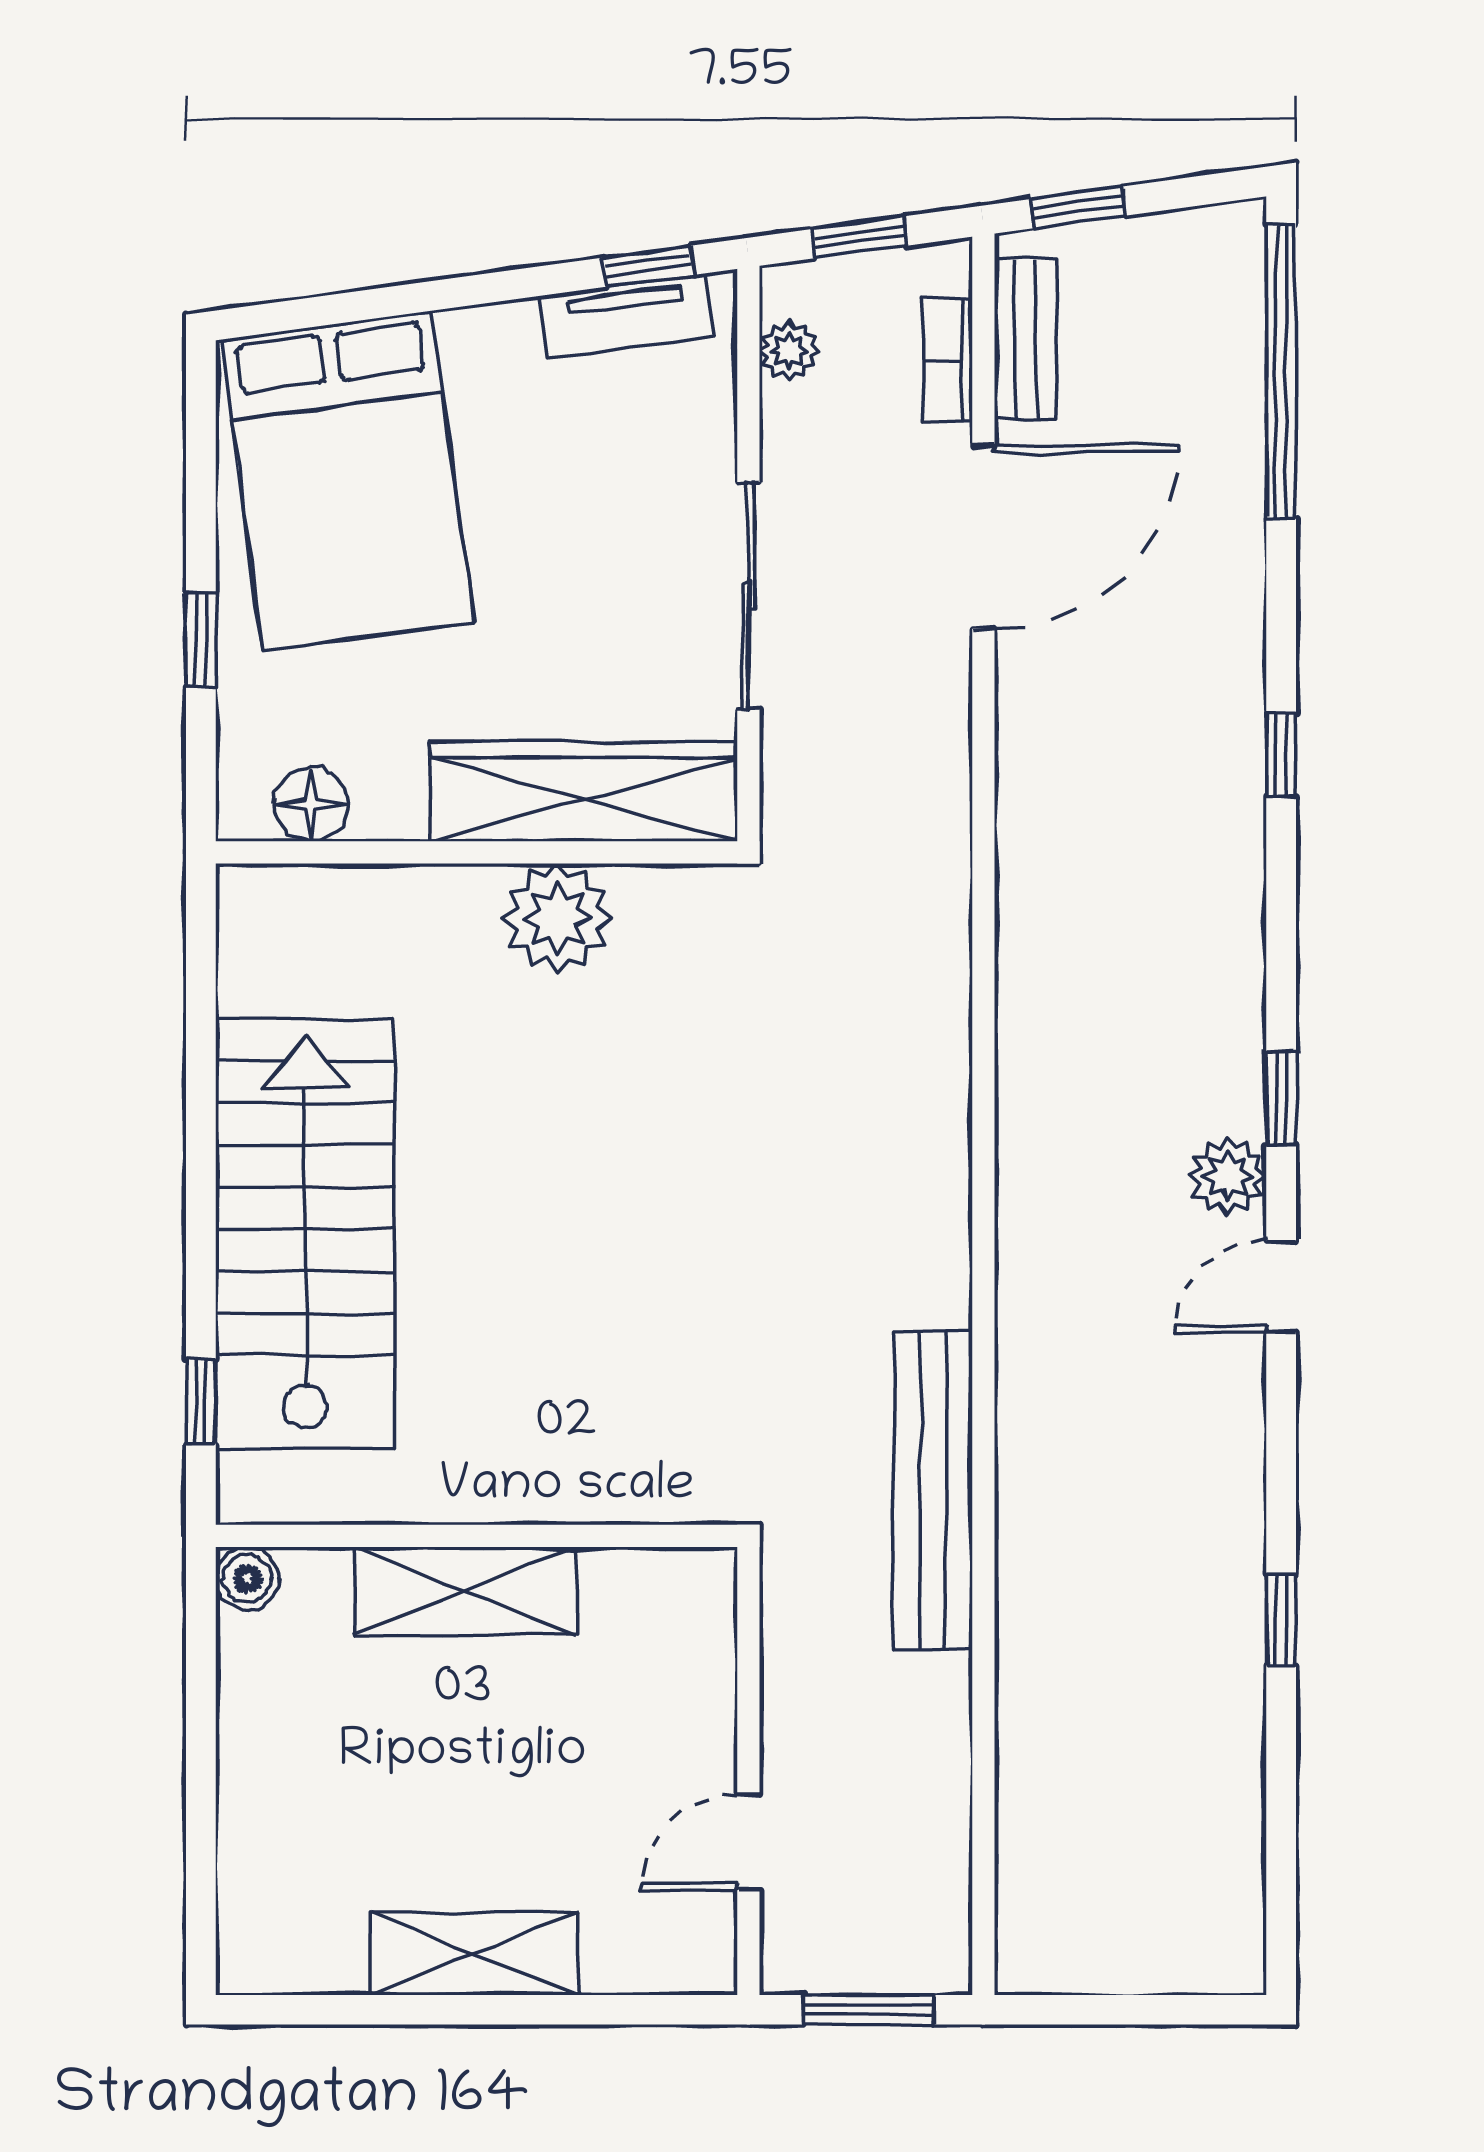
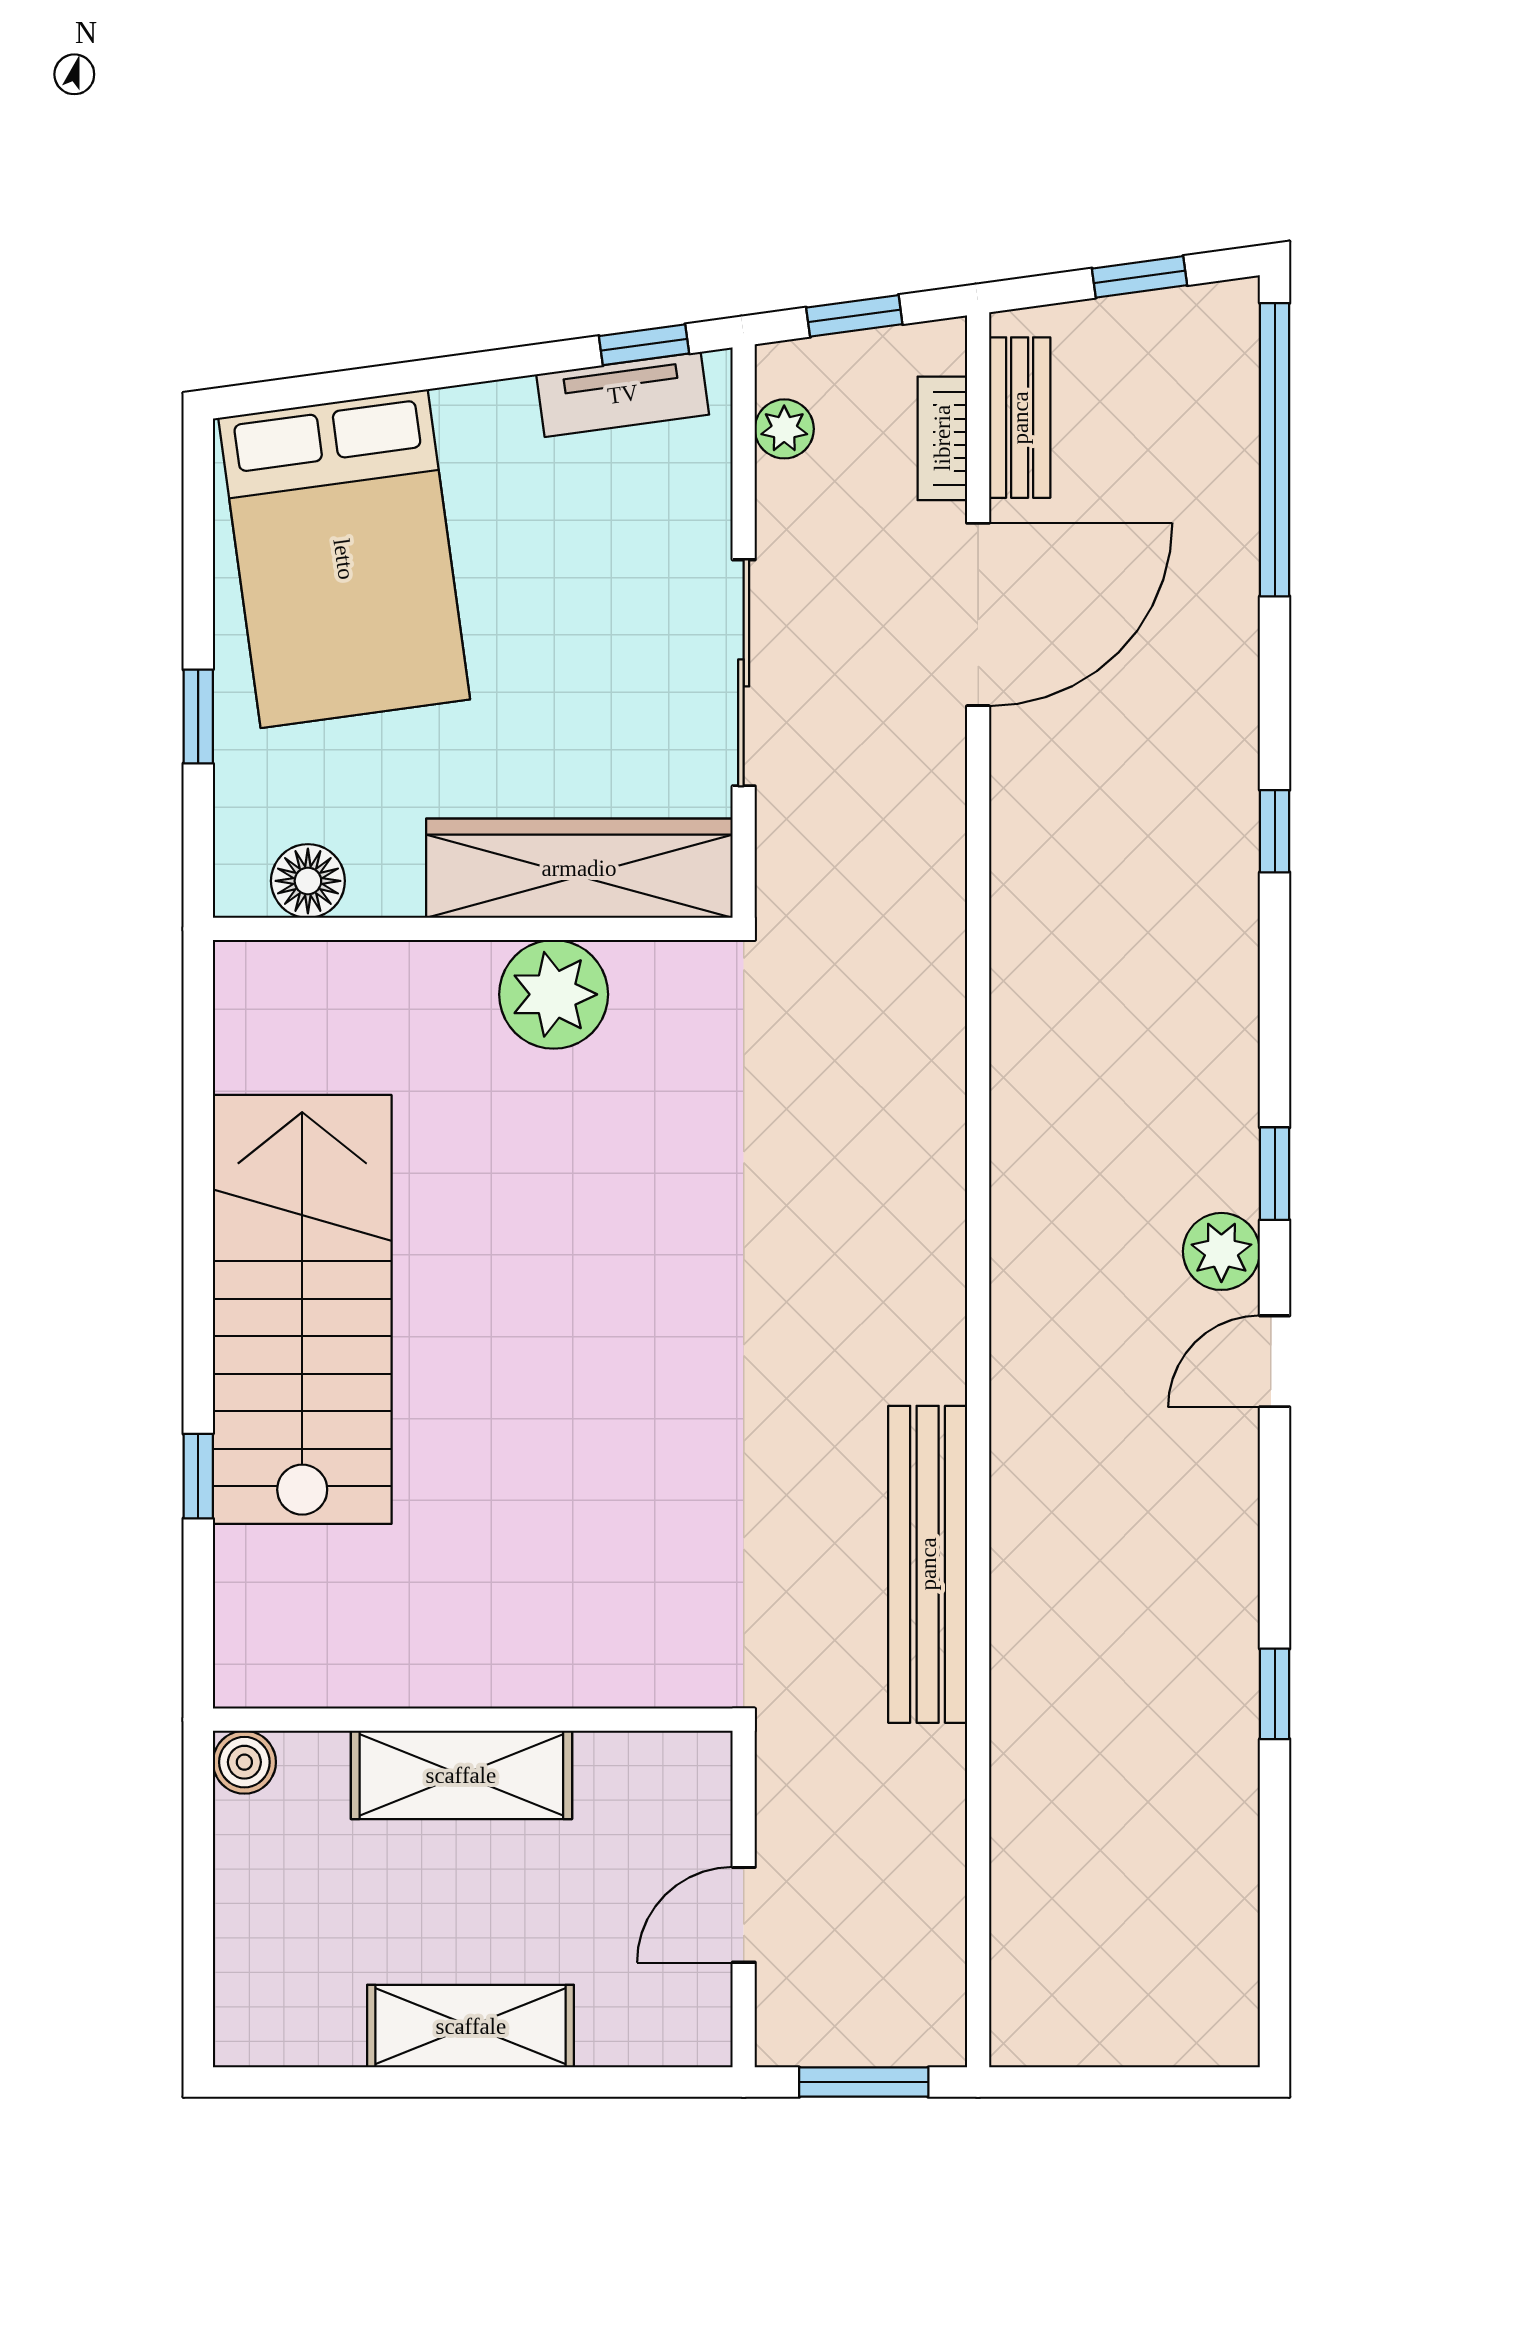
window: (1078, 207) -> (1139, 277), moved
wall: (476, 1536) -> (473, 1720), moved
boiler: (247, 1579) -> (244, 1762), moved
shelving: (465, 1591) -> (461, 1775), moved

